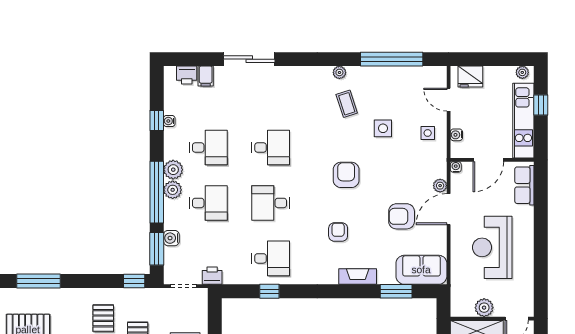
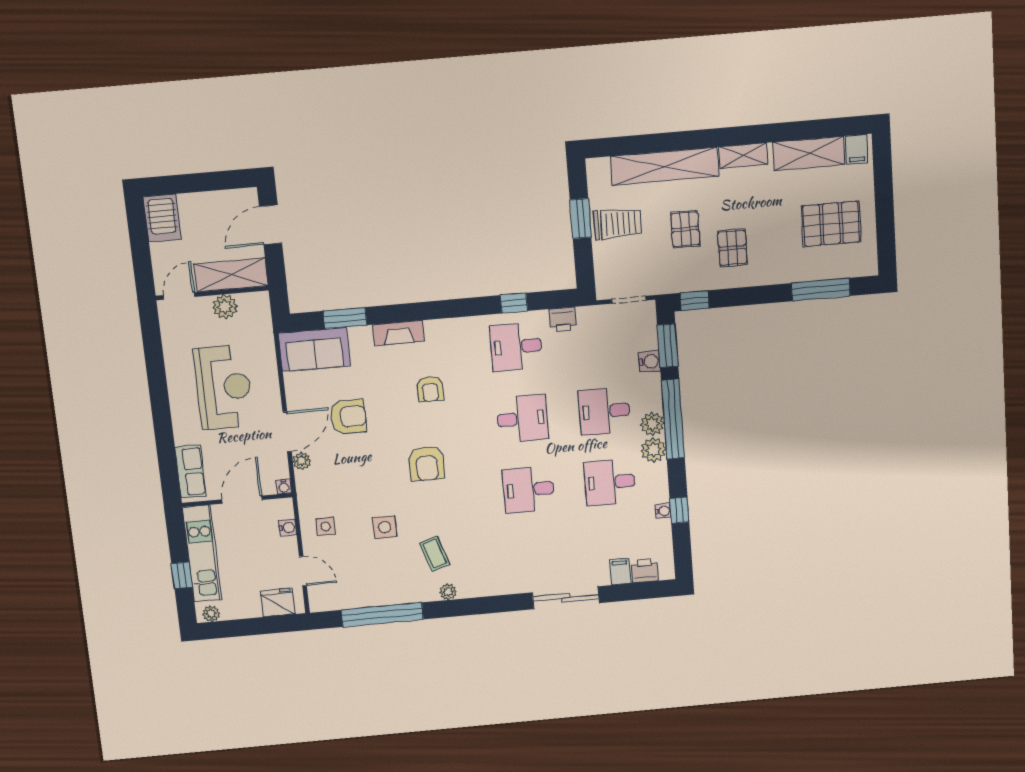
printer: (212, 276) -> (563, 320), moved

